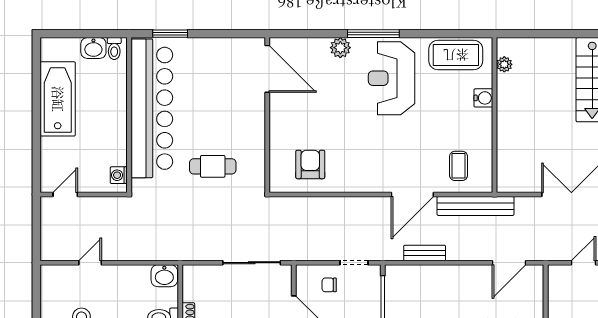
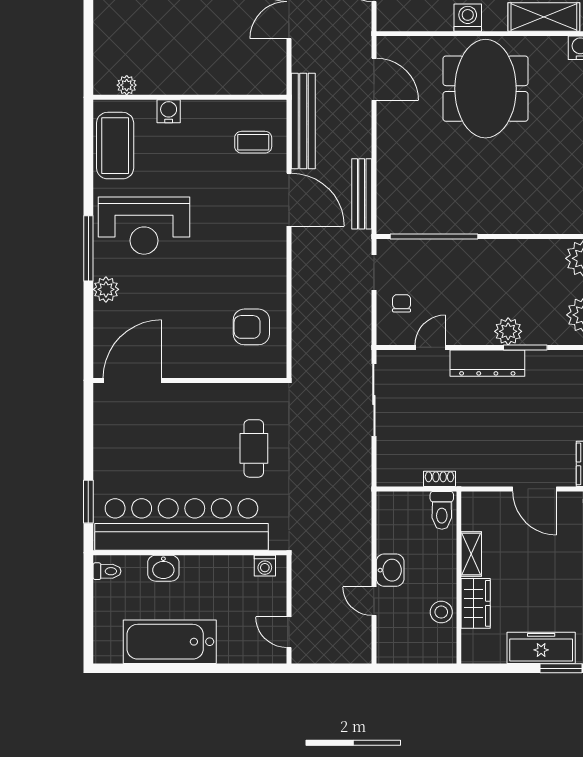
washbasin: (93, 48) -> (163, 568), moved, turned 90
bench: (425, 253) -> (362, 194), width x1.36
washbasin: (164, 276) -> (390, 570), moved
chair: (329, 285) -> (402, 303), turned 180

